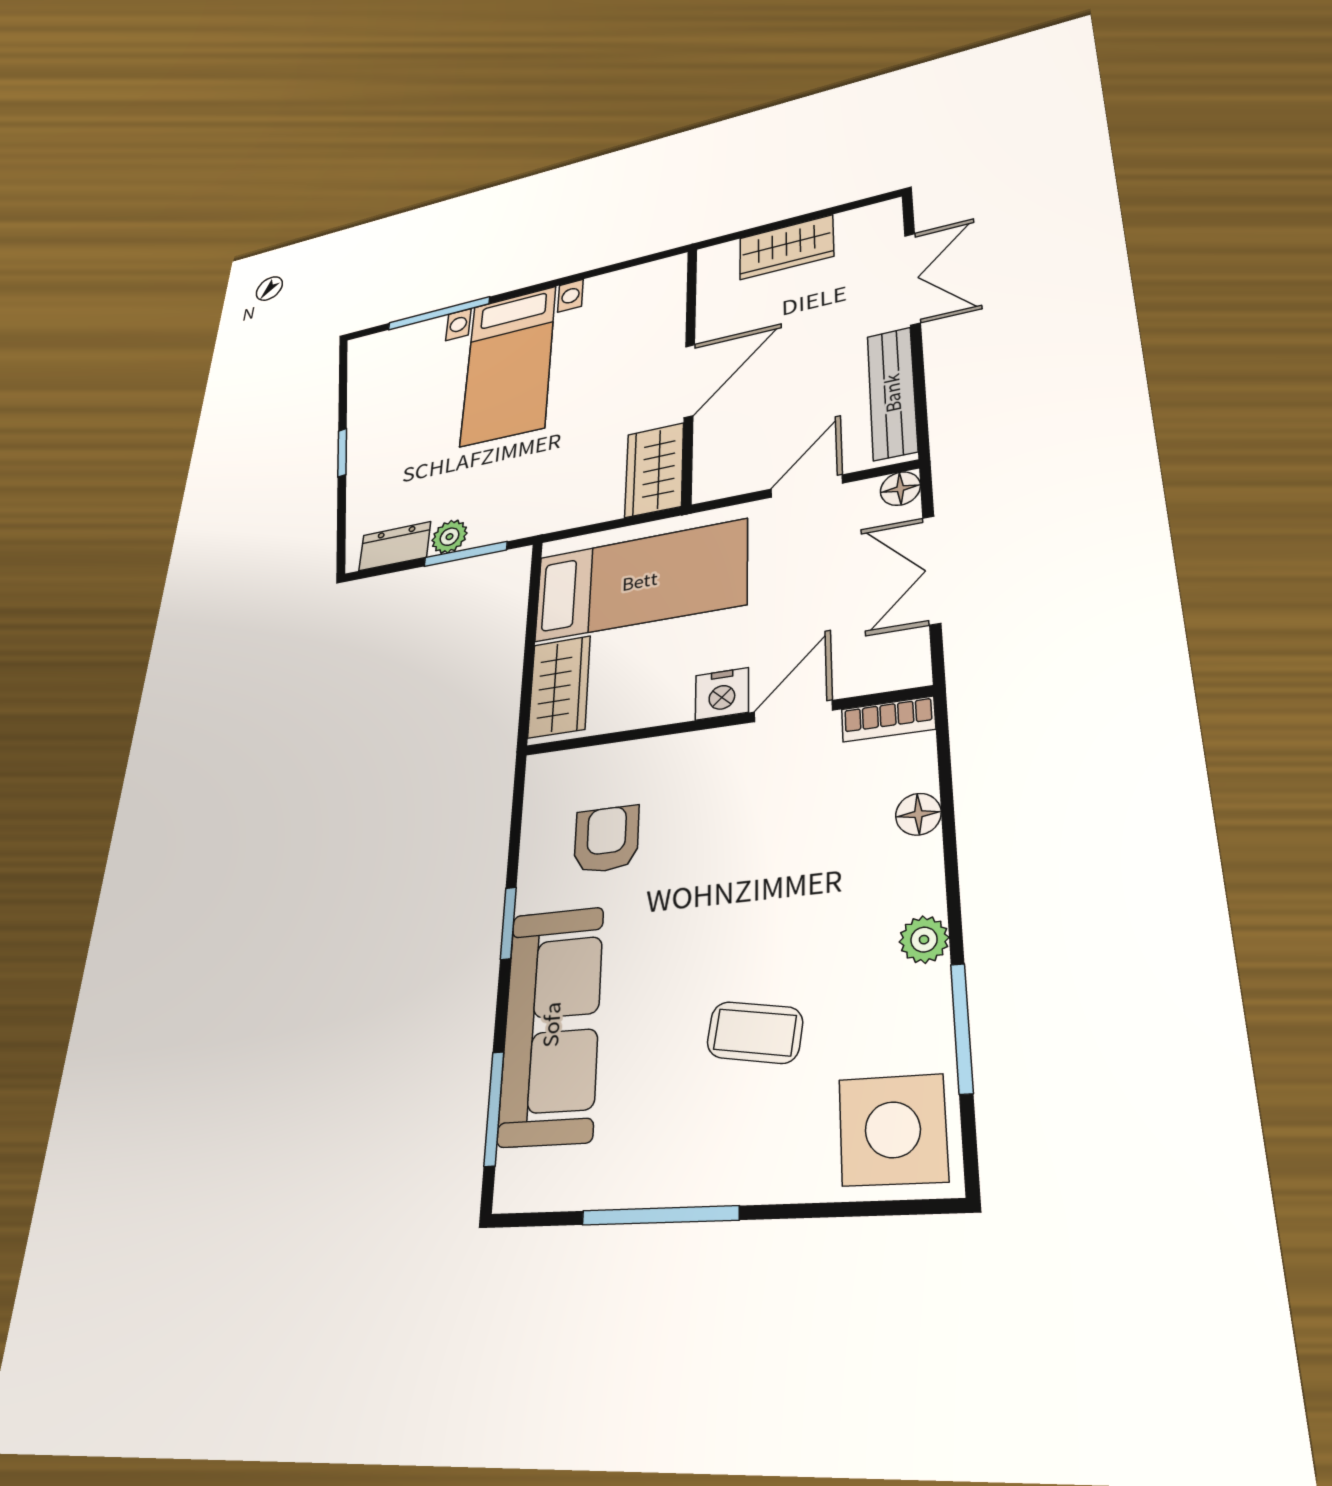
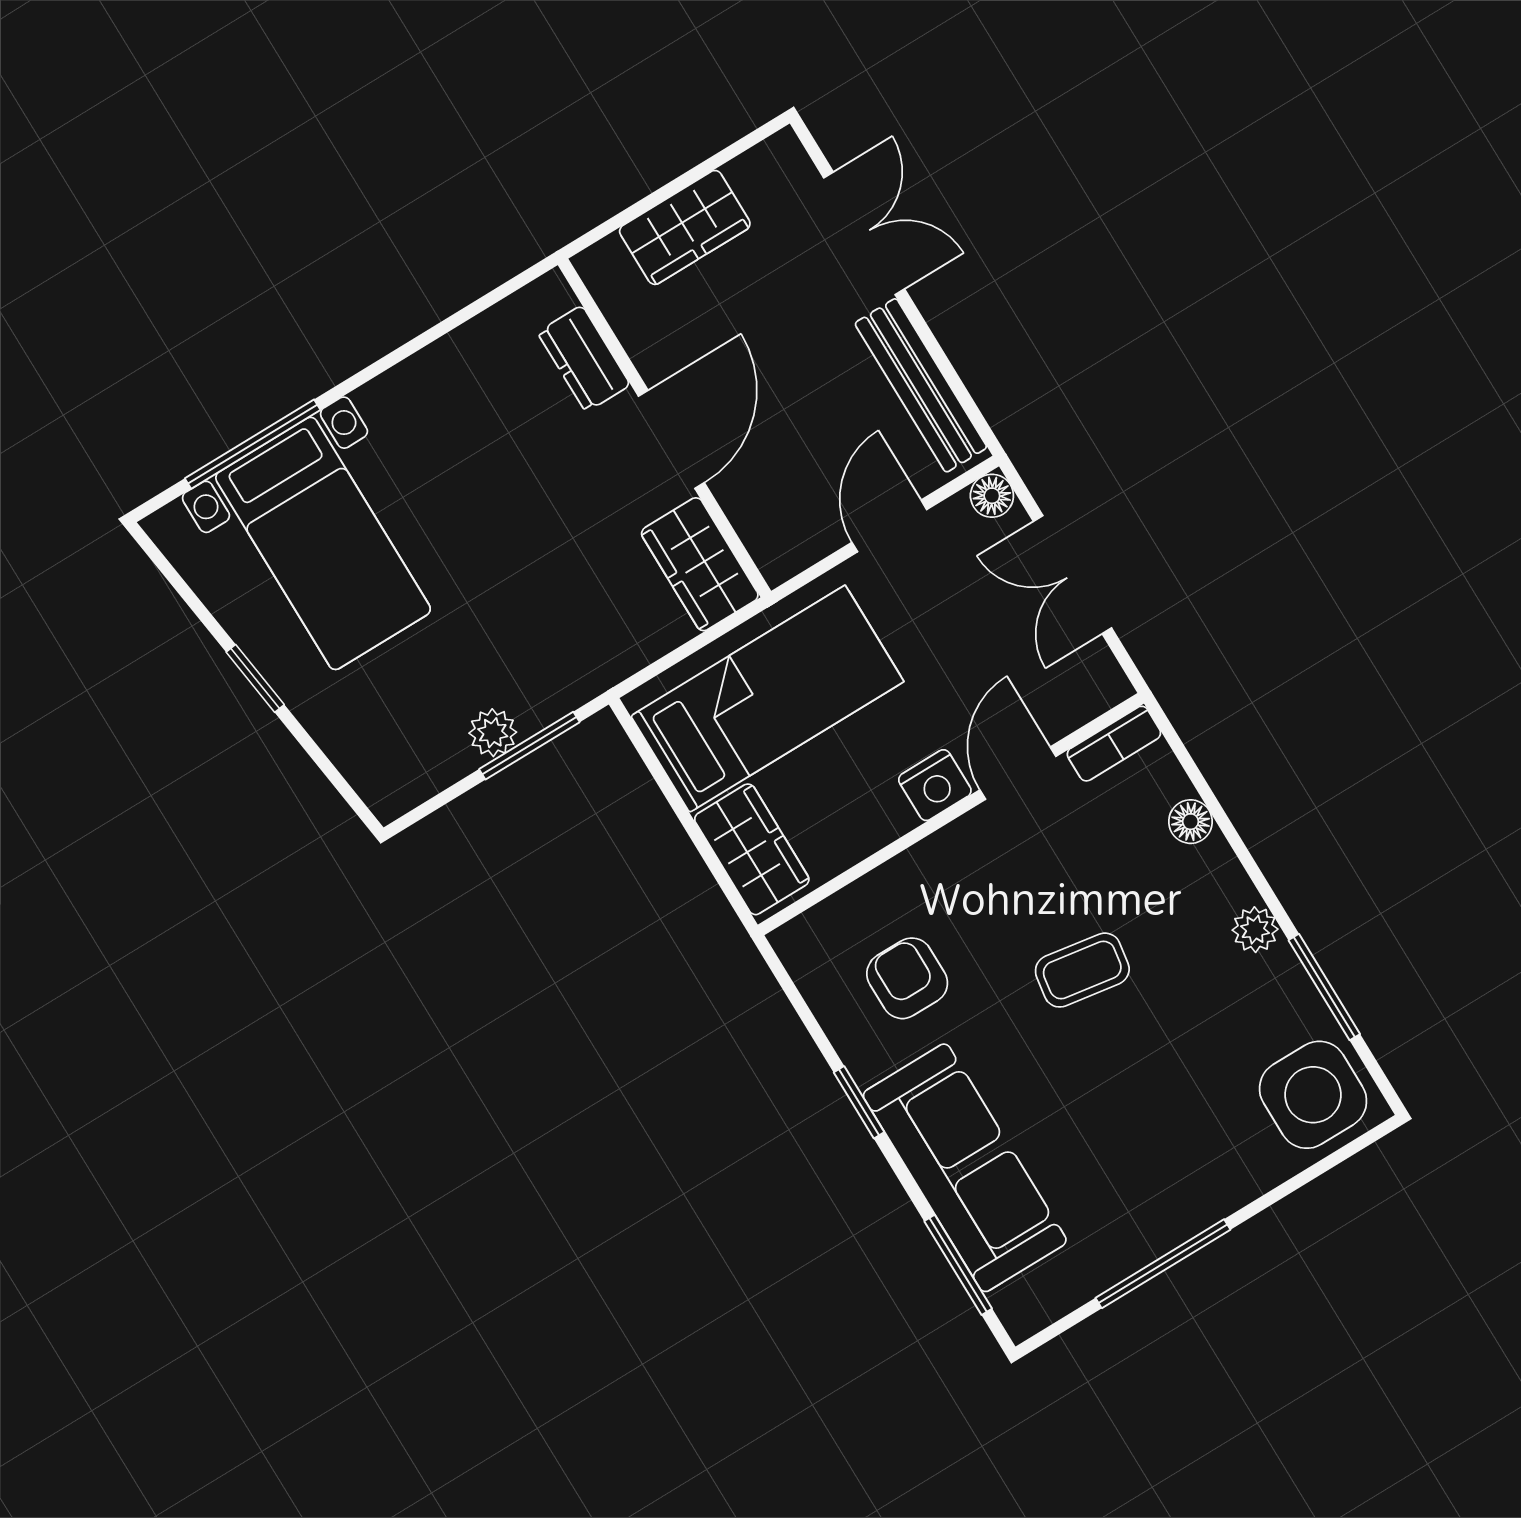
bed with nightstands: (508, 365) -> (323, 543), moved
dresser: (395, 546) -> (584, 359), moved, turned -90
coffee table: (755, 1032) -> (1082, 970), moved

